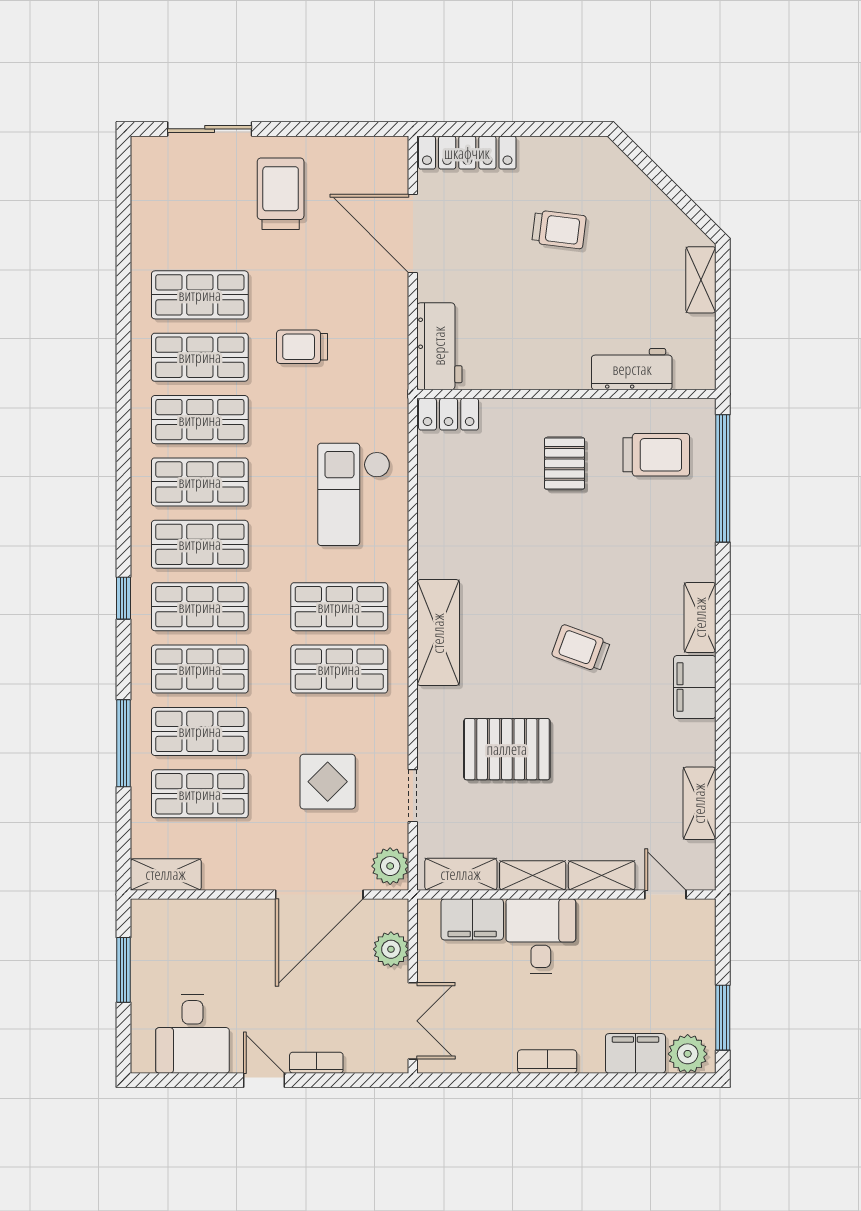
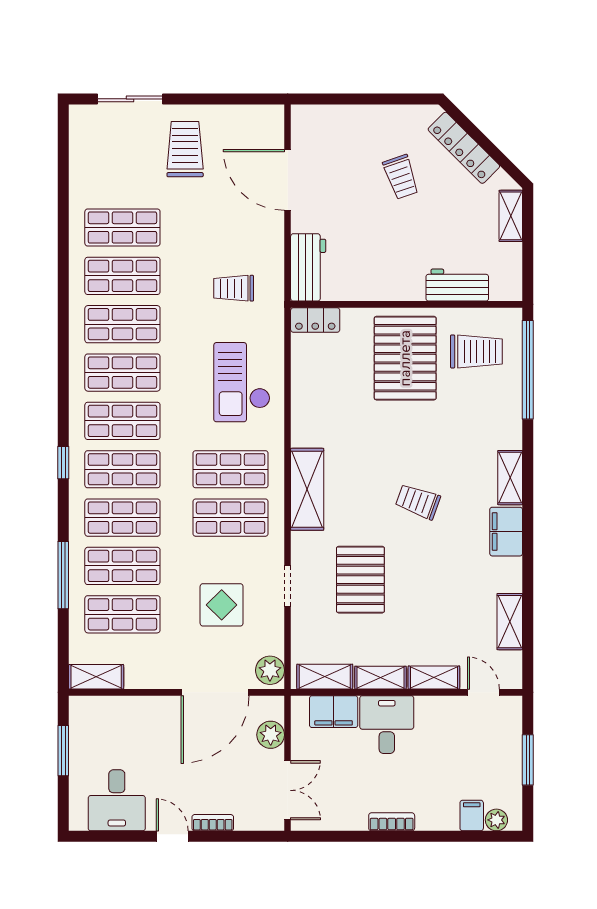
locker: (467, 153) -> (464, 148), moved, turned 45
trolley: (559, 229) -> (401, 177), turned 64
trolley: (302, 347) -> (234, 288), moved
pallet: (565, 463) -> (405, 358), width x2.05, depth x2.00
pallet: (507, 749) -> (360, 580), turned 90
doorway: (413, 796) -> (288, 586), moved
window: (723, 1018) -> (528, 760), moved
filing cabinet: (635, 1053) -> (472, 816), width x0.50
plant: (688, 1054) -> (496, 820), width x0.73, depth x0.73

